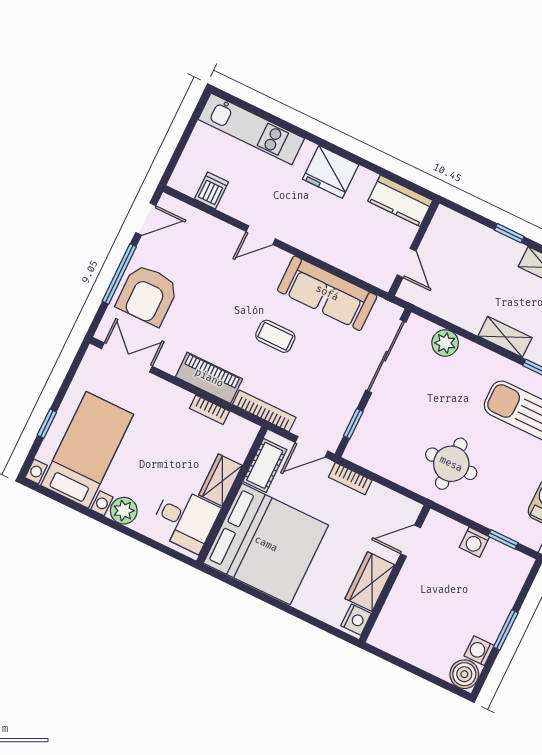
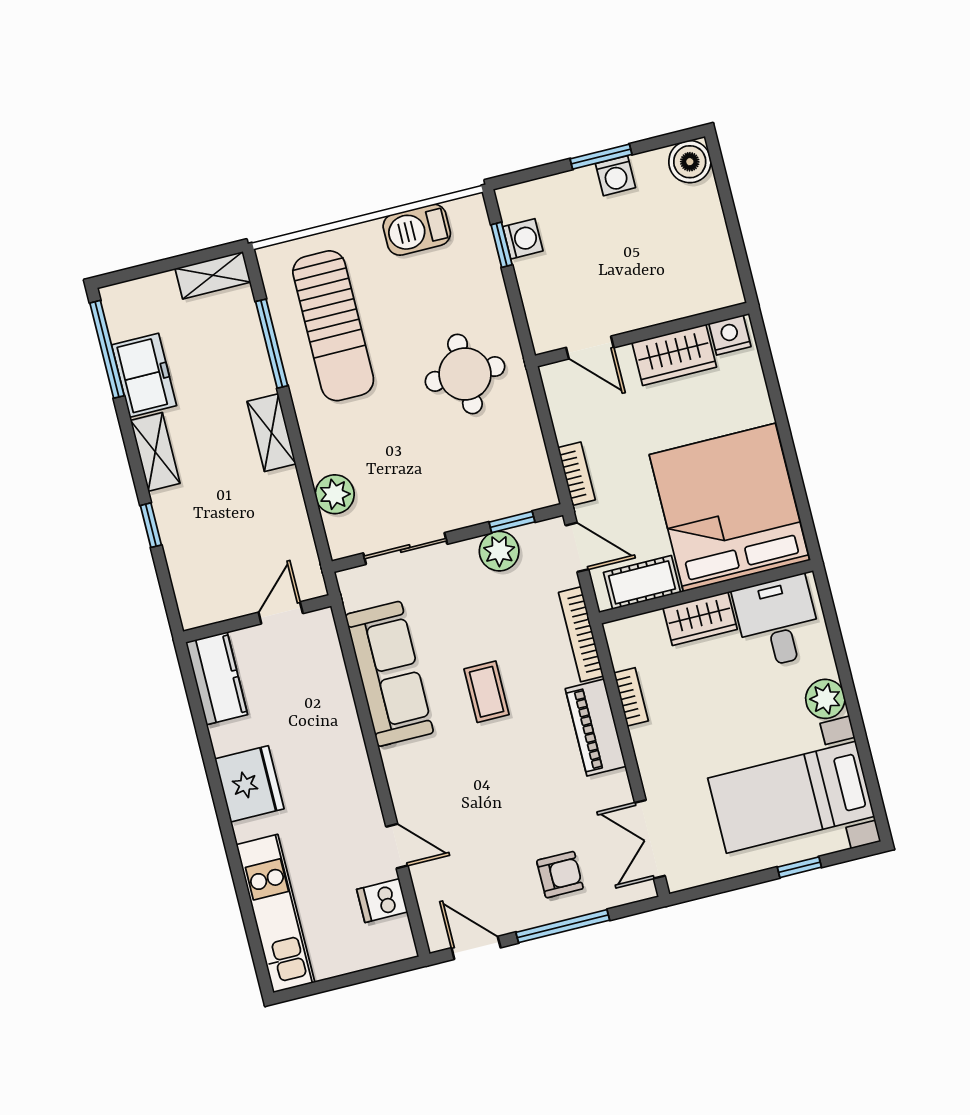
door: (261, 235) -> (397, 846), moved
armchair: (147, 295) -> (560, 875), width x0.53, depth x0.53
sliding door: (386, 356) -> (405, 549), width x0.73
plant: (344, 404) -> (499, 551), added
washing machine: (474, 542) -> (523, 239), moved
washing machine: (479, 651) -> (615, 176), moved

